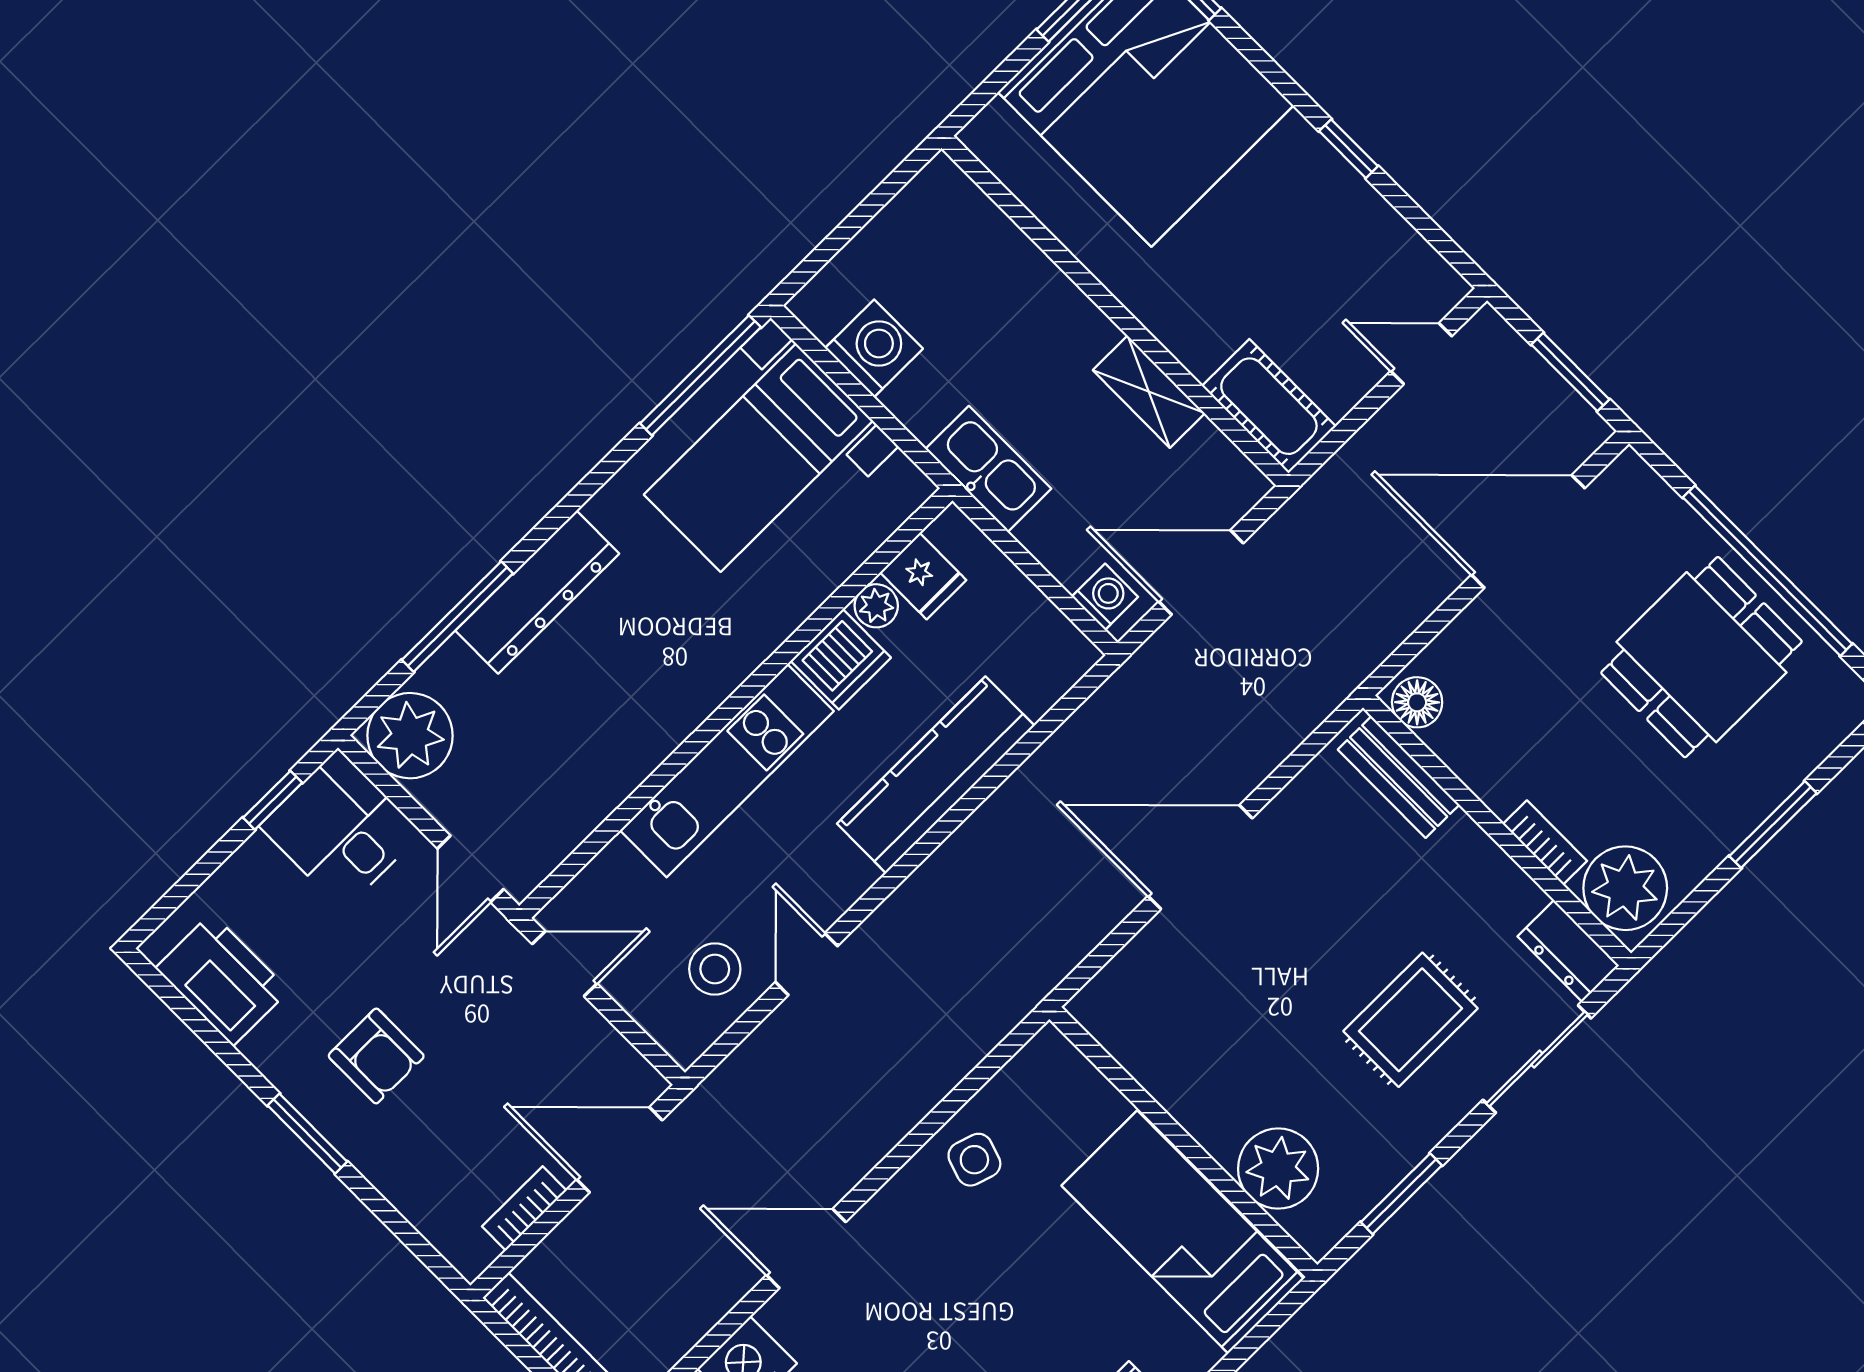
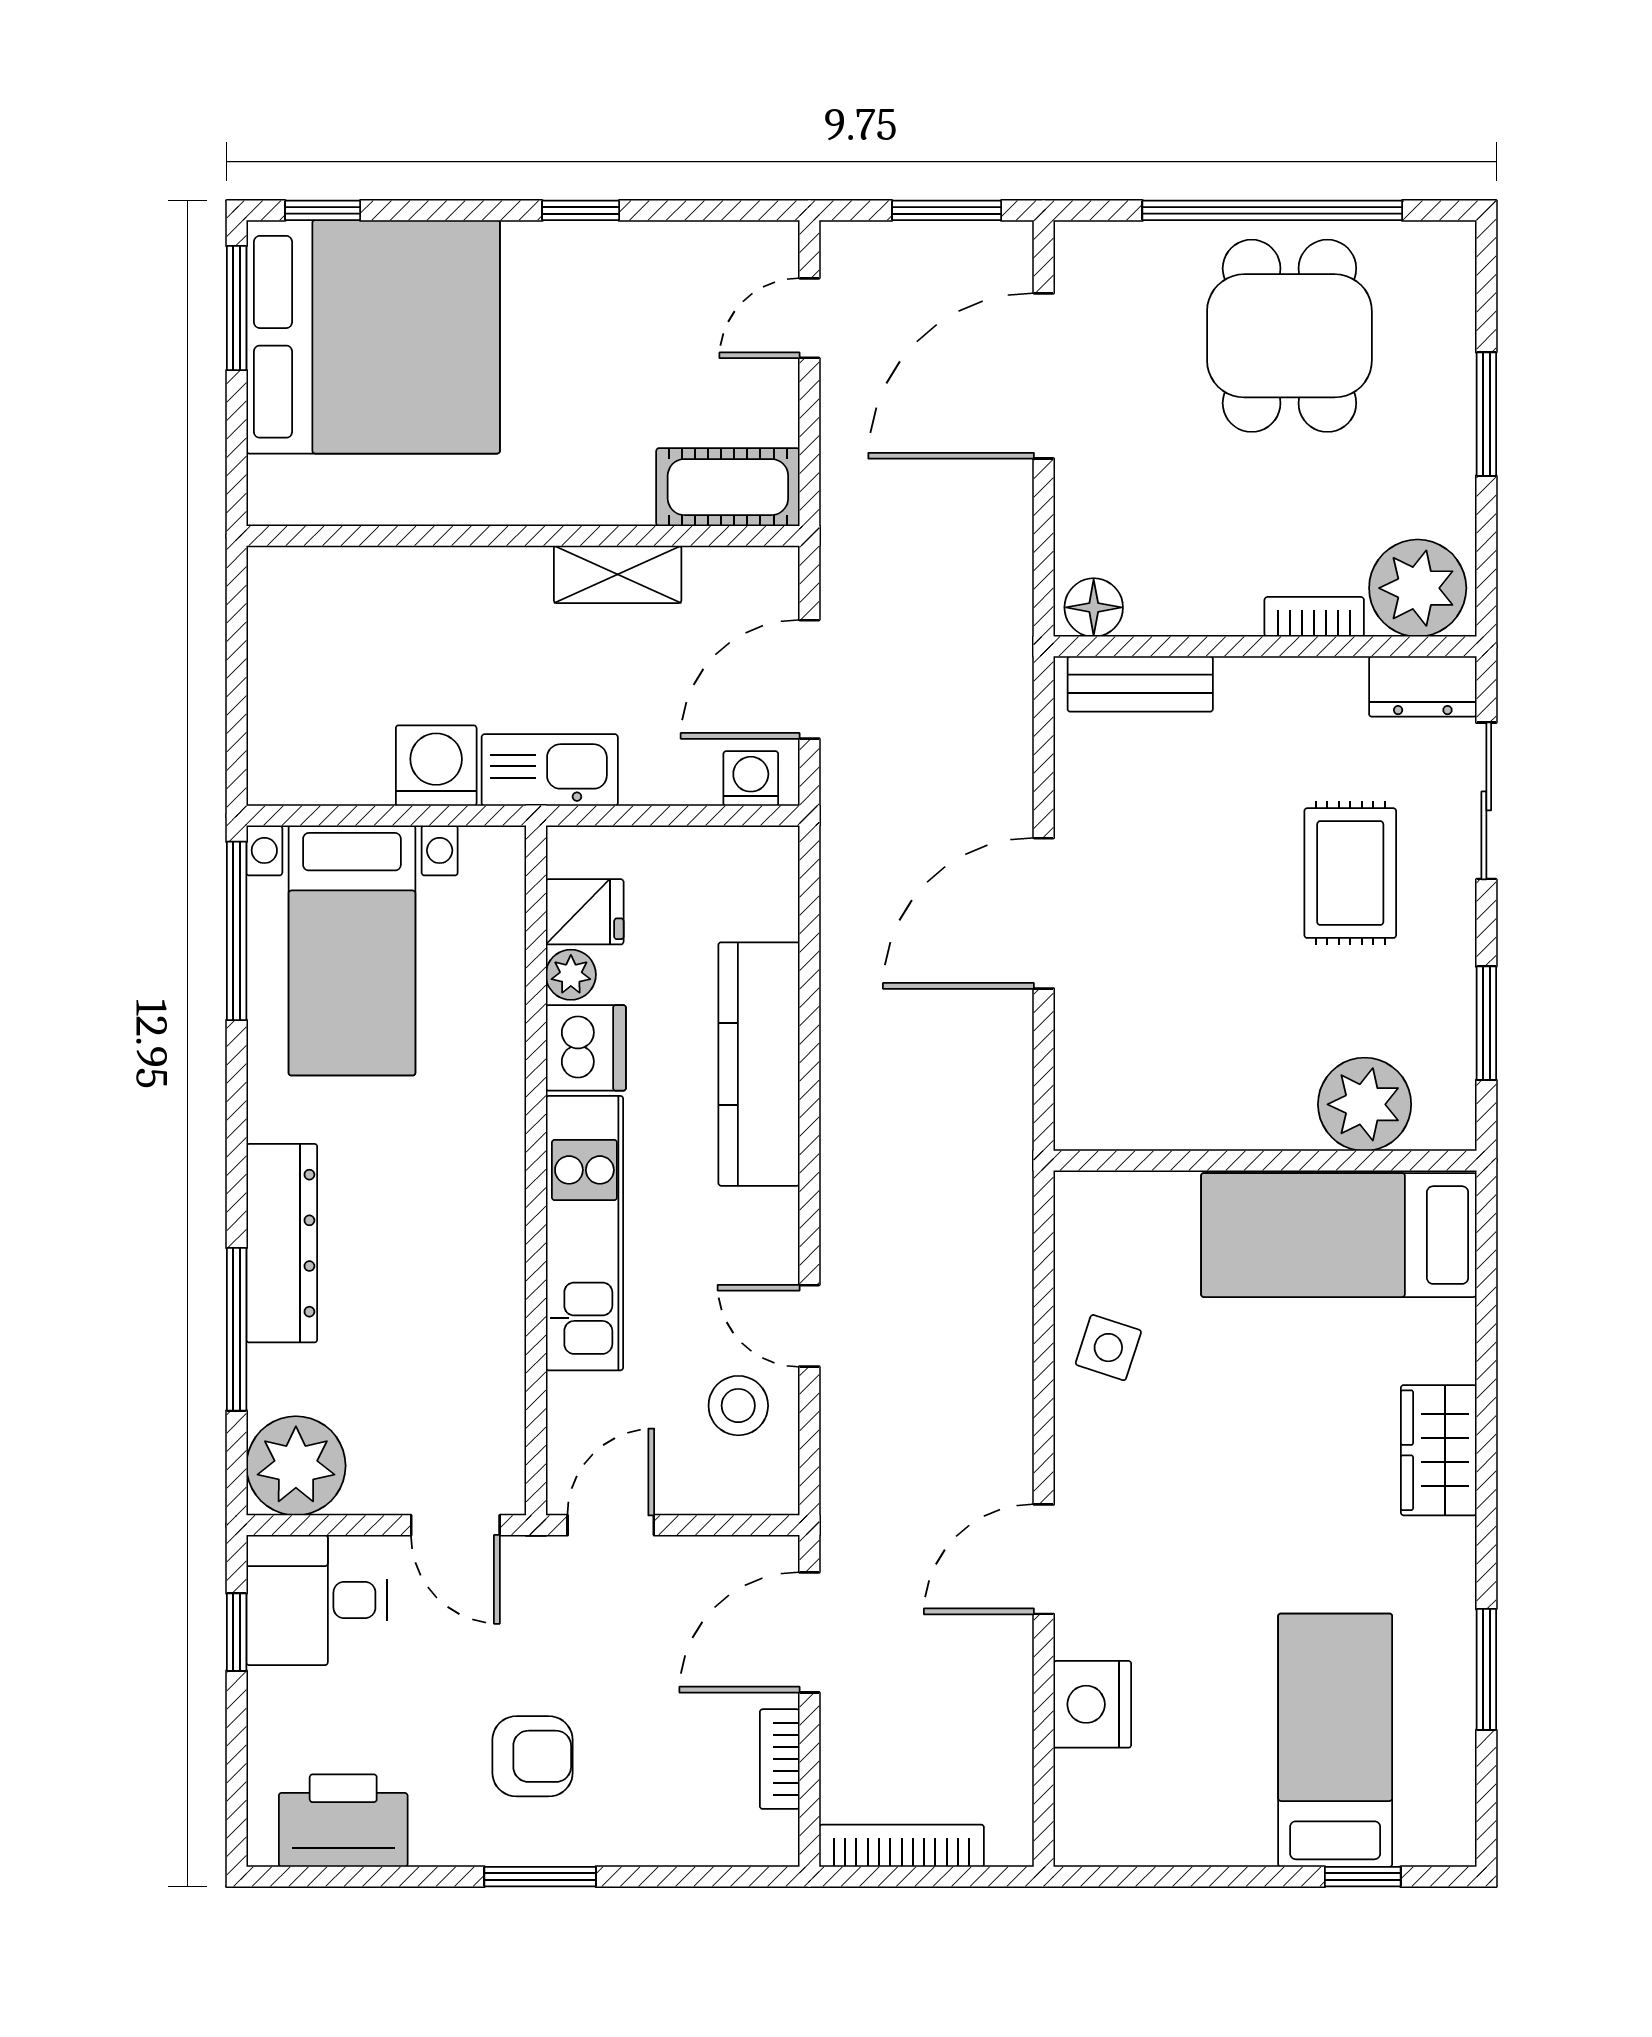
washing machine: (874, 348) -> (436, 766), moved

